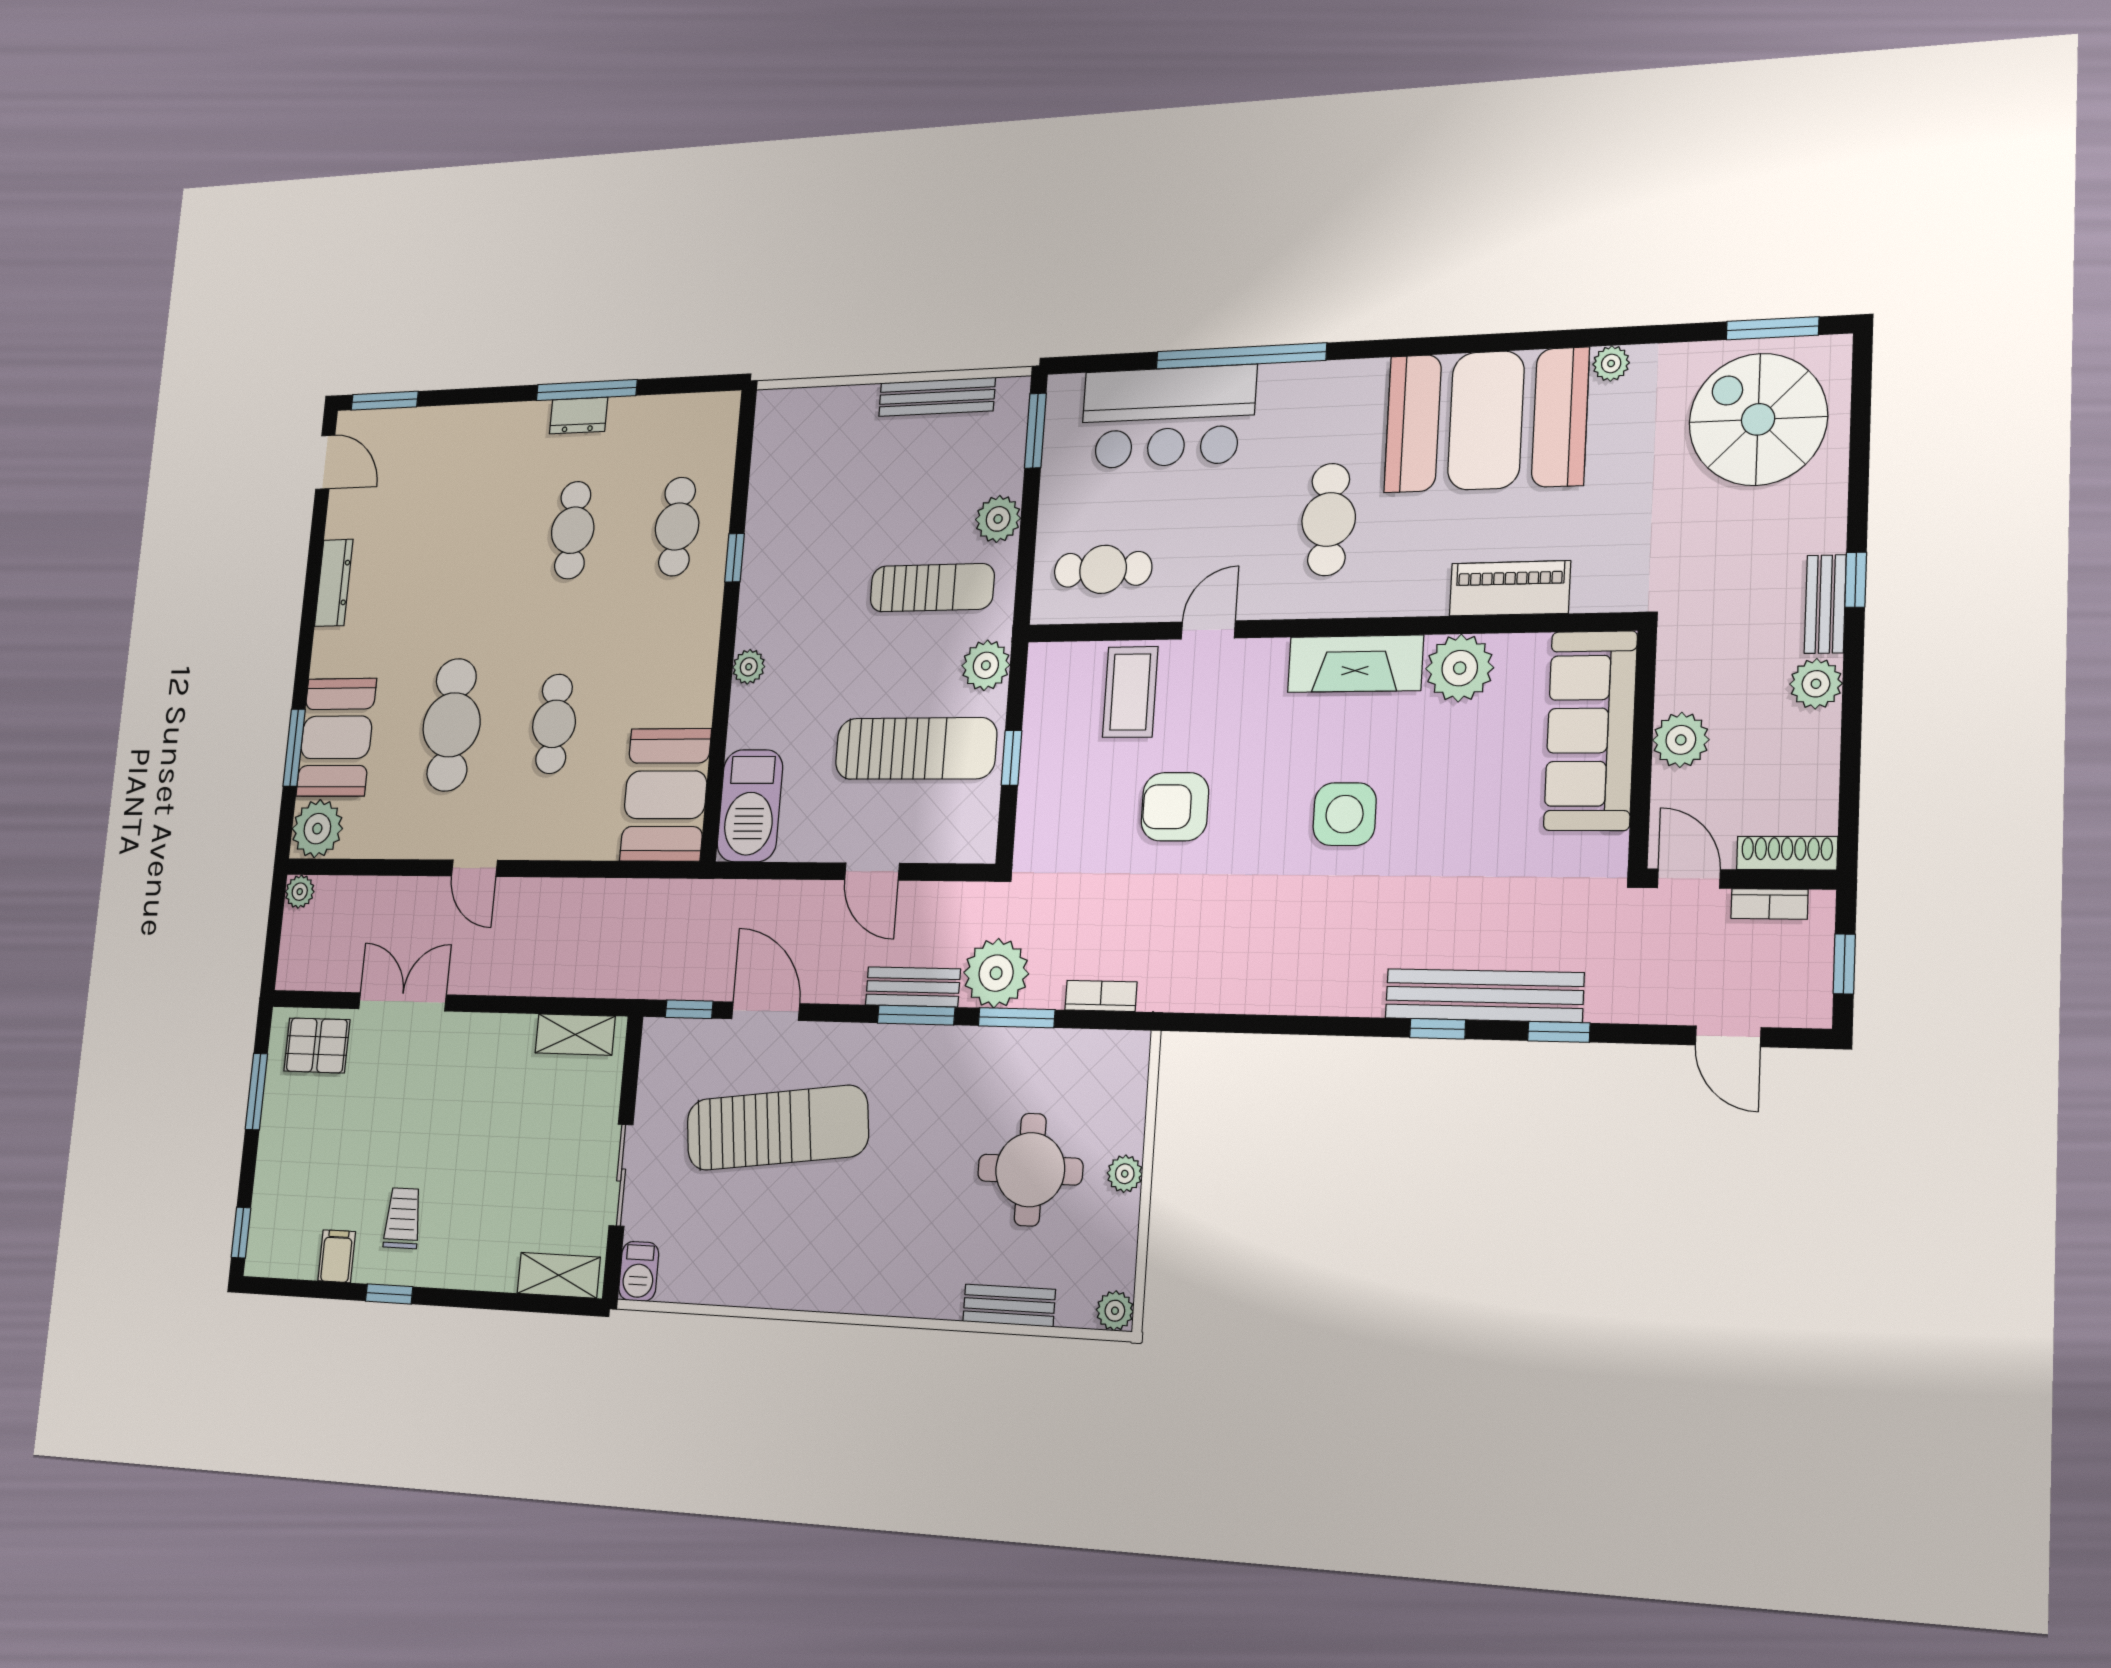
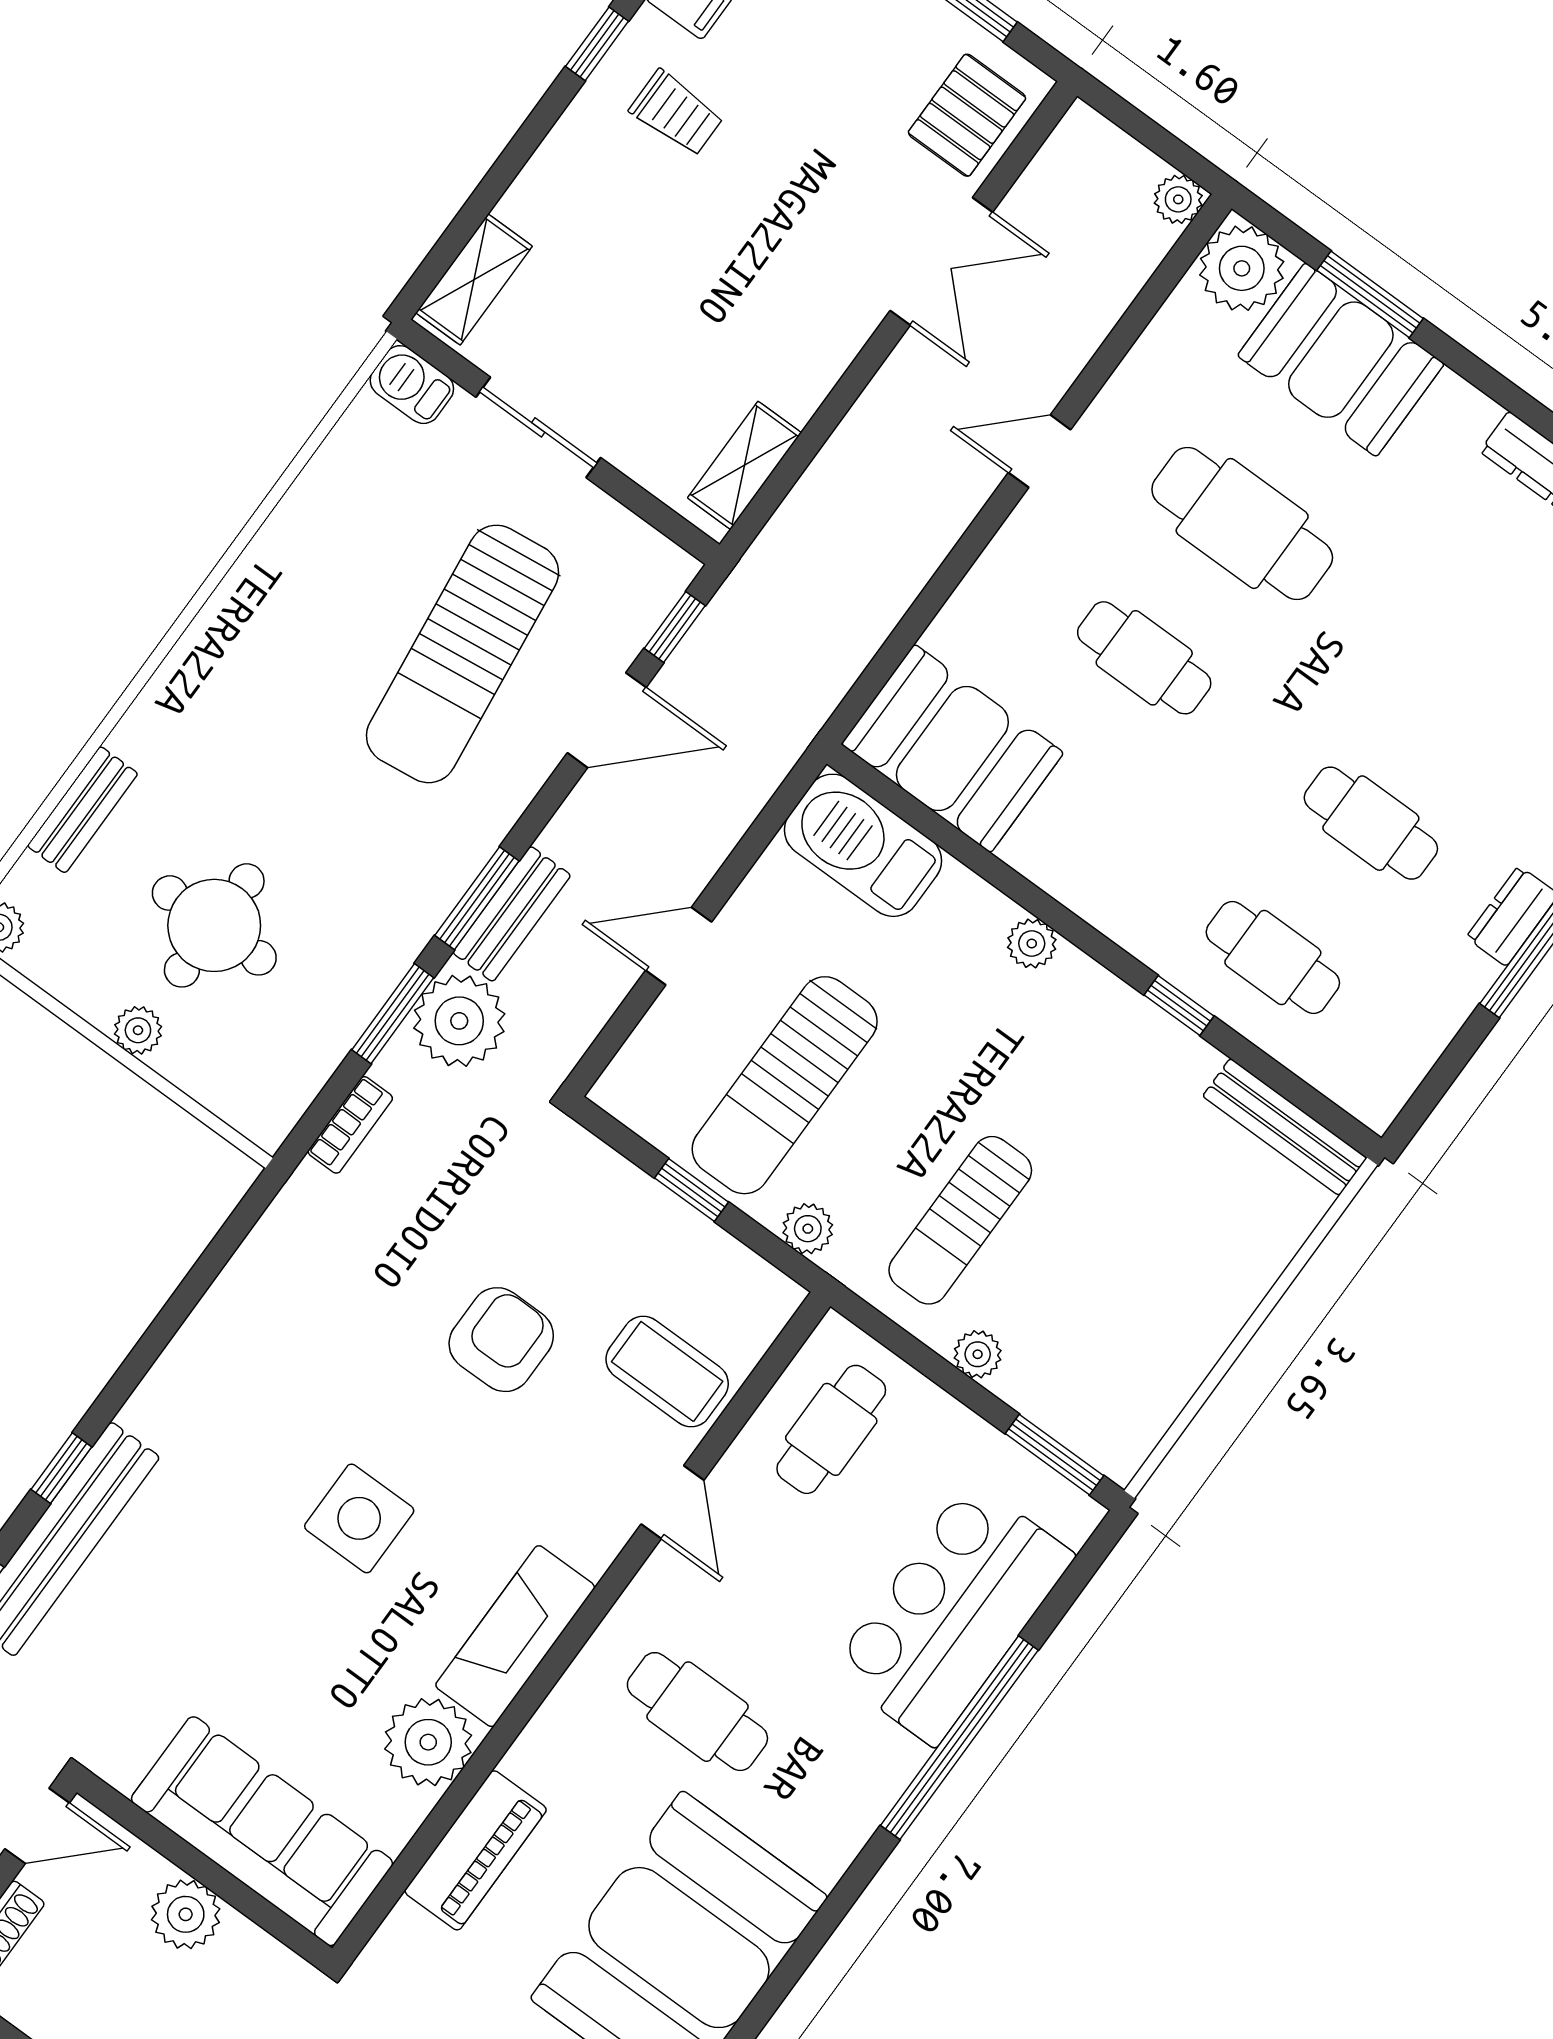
bench: (937, 397) -> (1285, 1127), moved, turned 90
plant: (998, 519) -> (978, 1354), width x0.73, depth x0.73
plant: (986, 665) -> (808, 1229), width x0.73, depth x0.73

